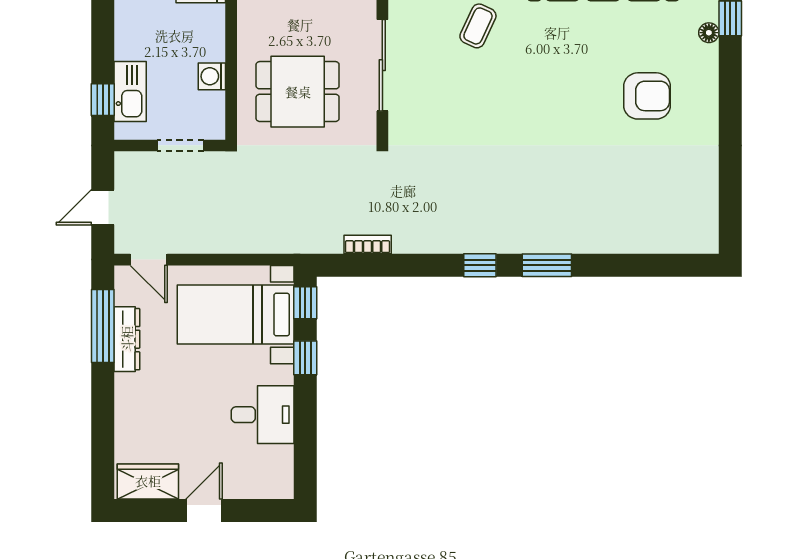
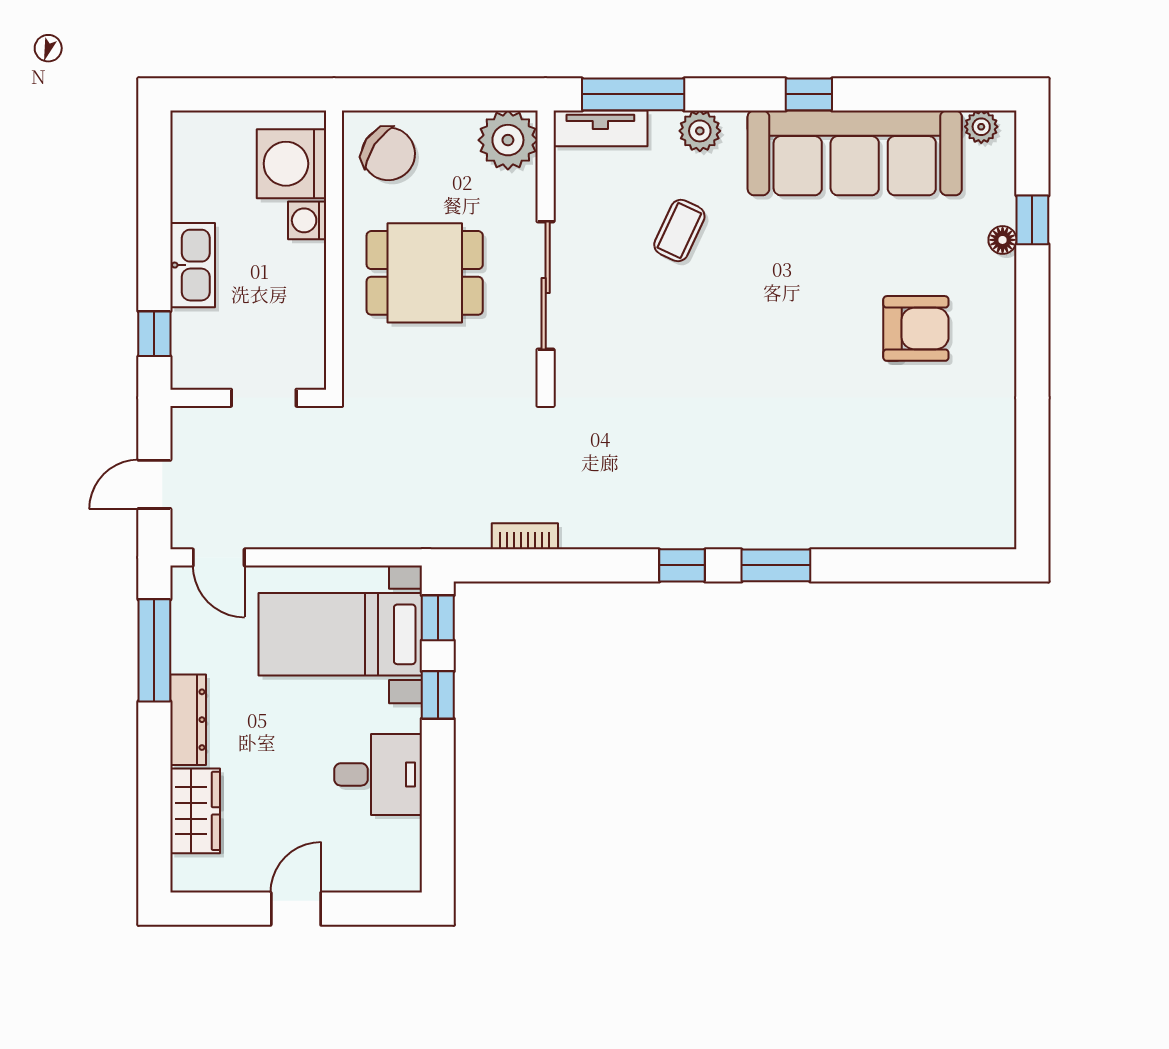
washing machine: (212, 76) -> (307, 220), moved
kitchen sink: (130, 91) -> (193, 265), moved
dining table: (298, 92) -> (425, 273), moved
dresser: (127, 339) -> (188, 720), moved
wardrobe: (148, 481) -> (195, 811), moved, turned 90

